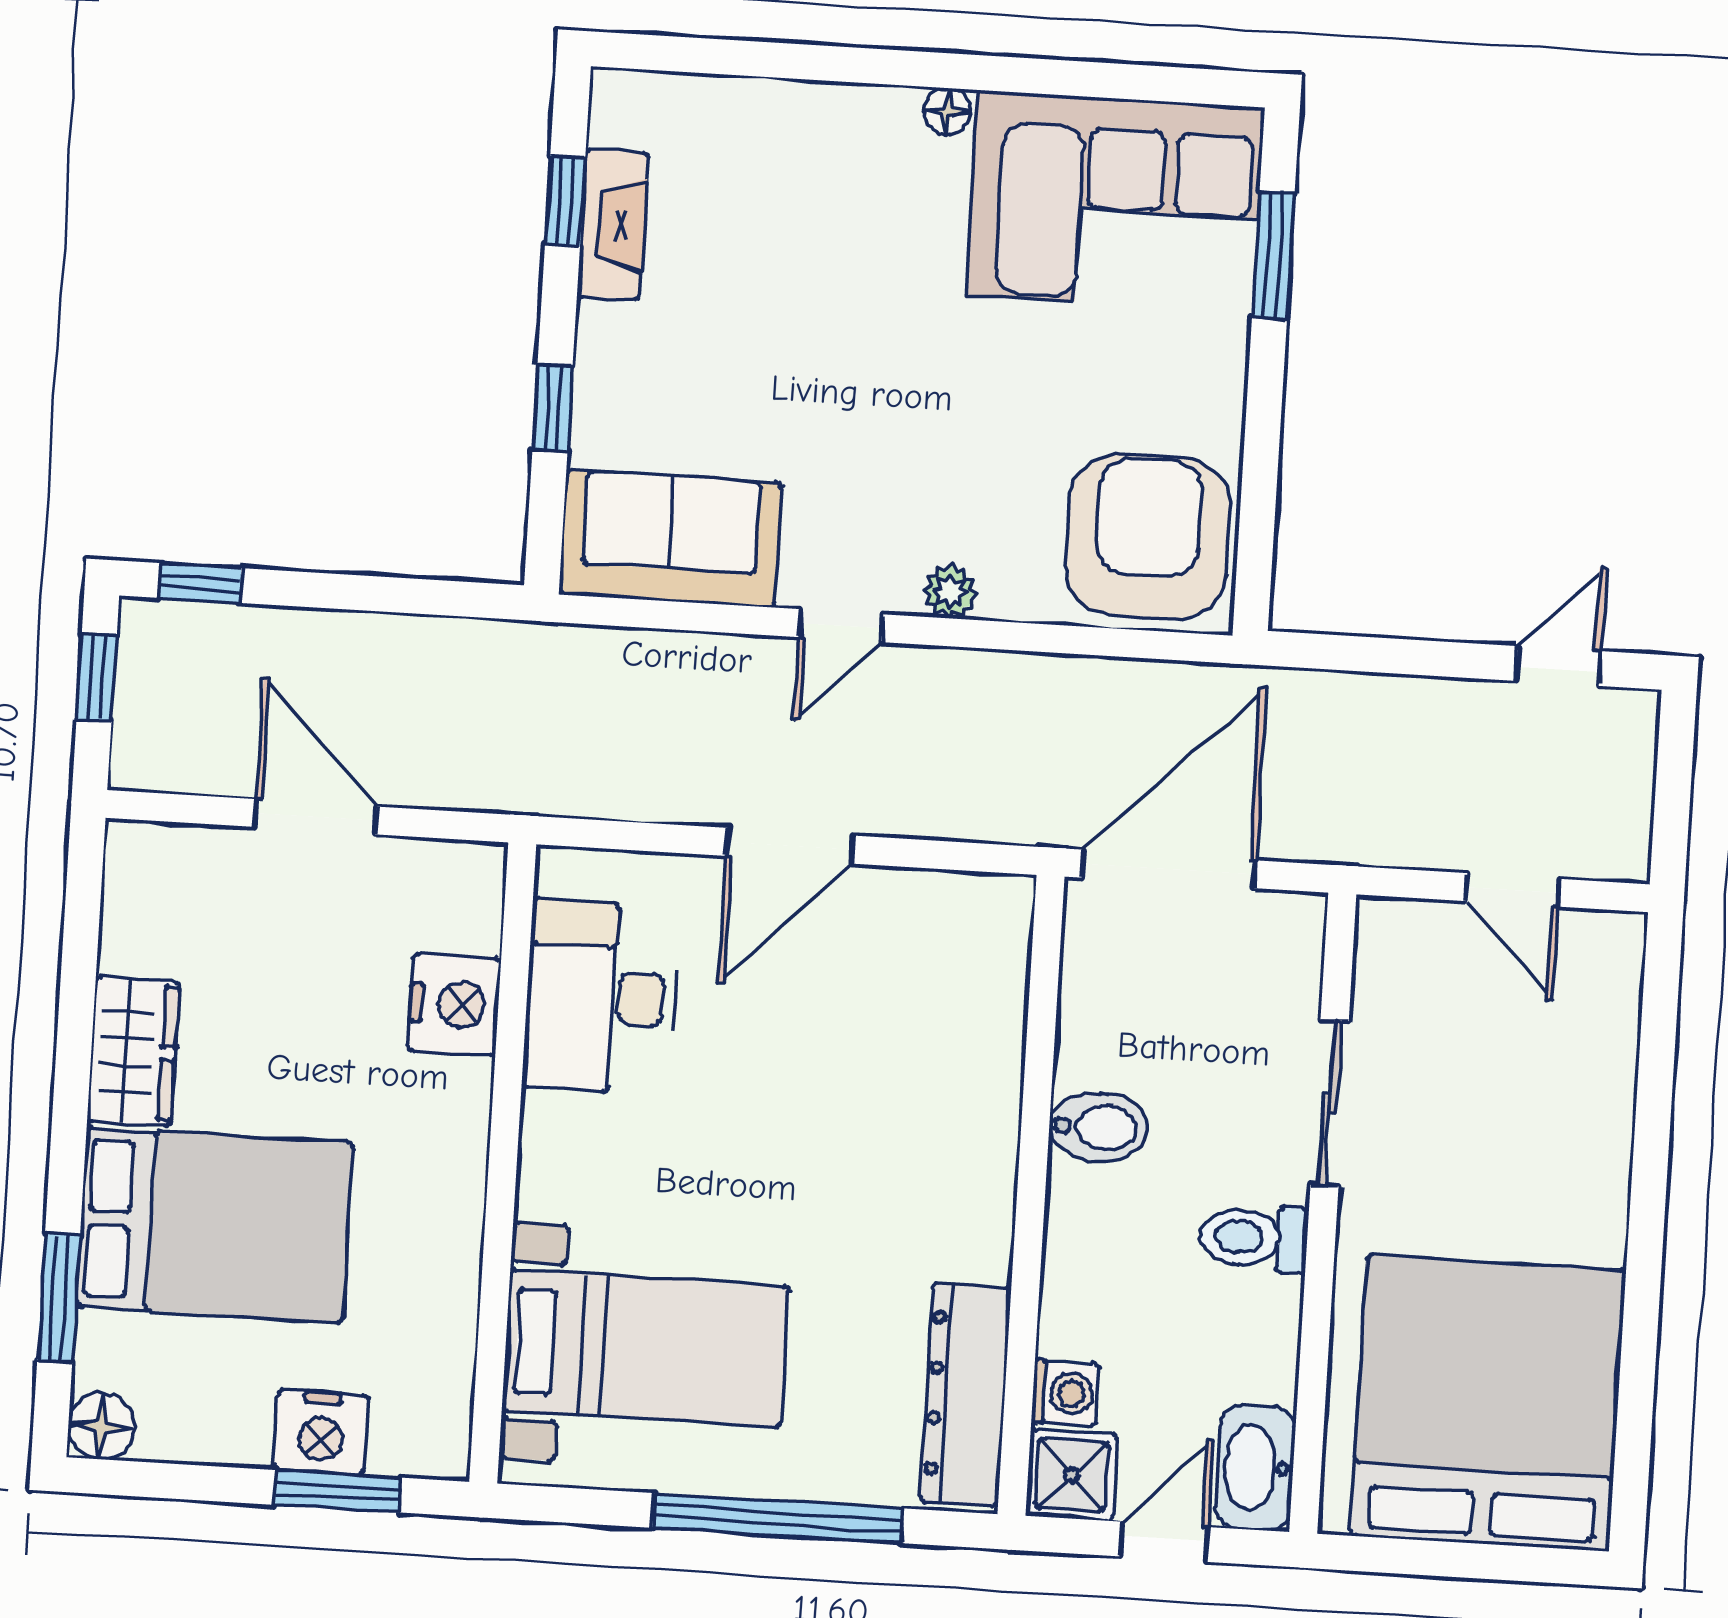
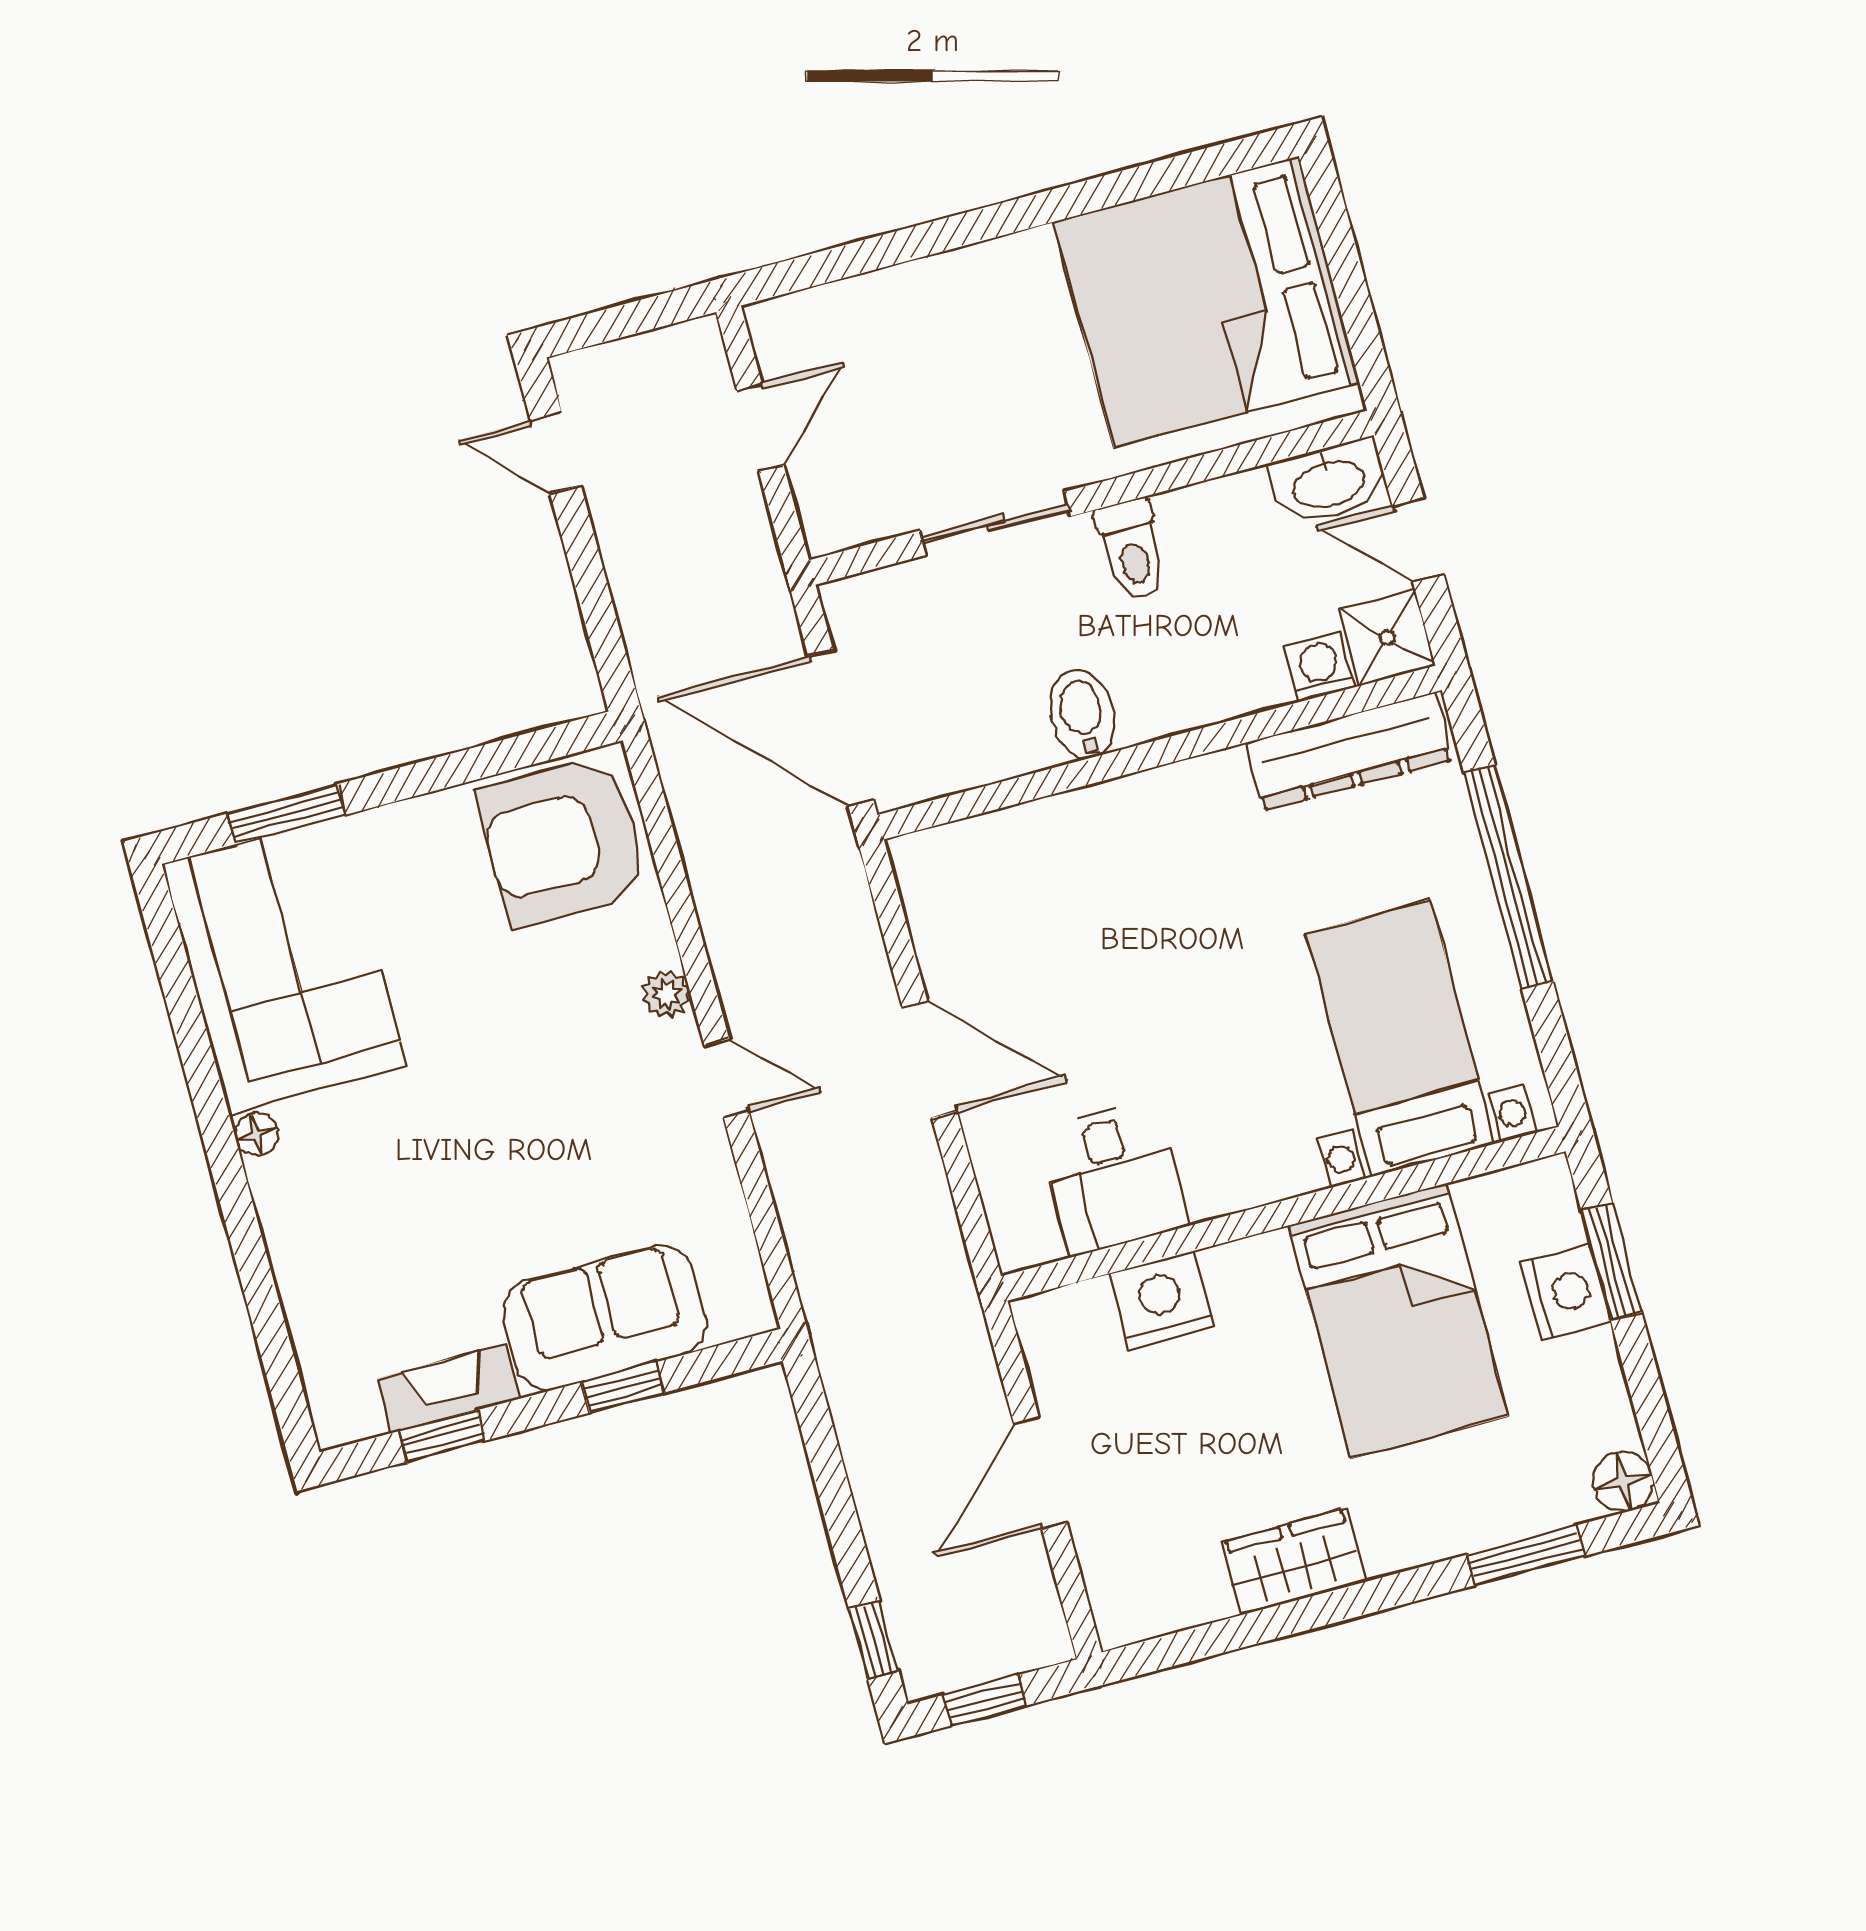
sofa: (670, 539) -> (605, 1318), moved, turned 90
desk: (601, 997) -> (1113, 1177), width x0.73
bed: (214, 1225) -> (1399, 1321), moved, turned 180

